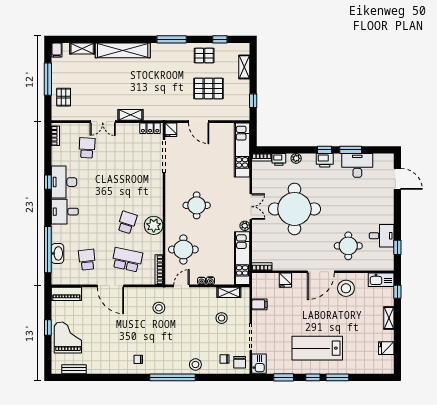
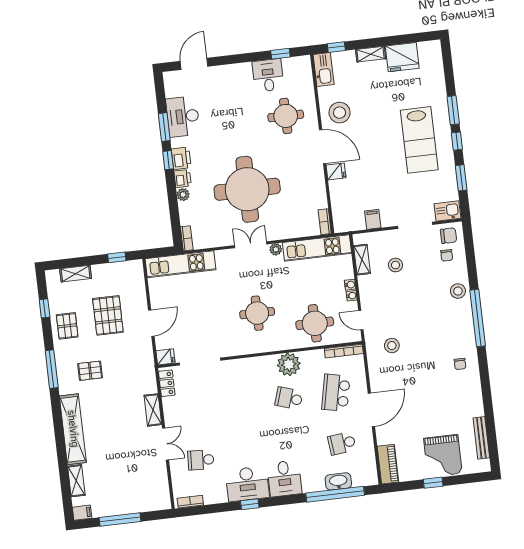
pallet: (64, 97) -> (90, 371), moved
printer: (279, 159) -> (183, 179), moved
fridge: (285, 280) -> (336, 171), moved
grand piano: (68, 338) -> (443, 456), turned -90
fridge: (386, 348) -> (402, 57), width x1.88, depth x1.34
bench: (74, 369) -> (481, 438), width x1.36

